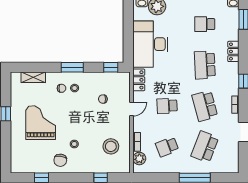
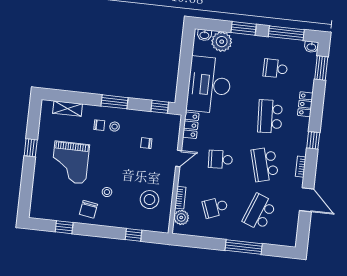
grand piano: (41, 123) -> (70, 163), turned 180

